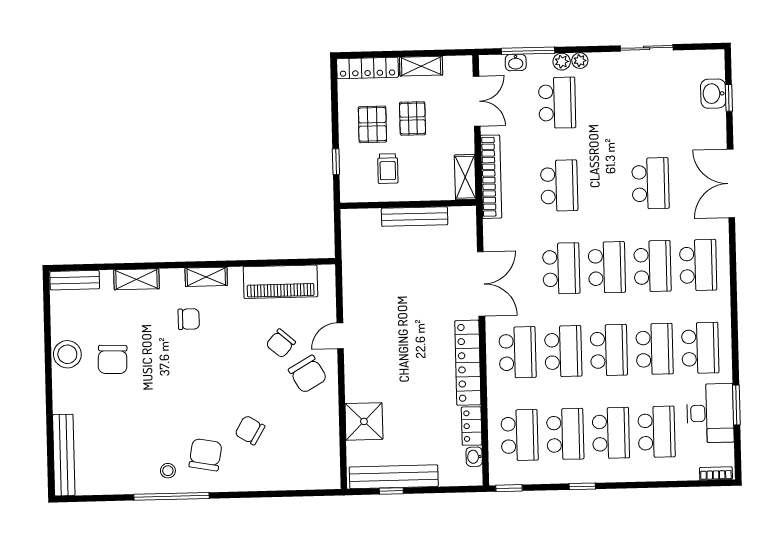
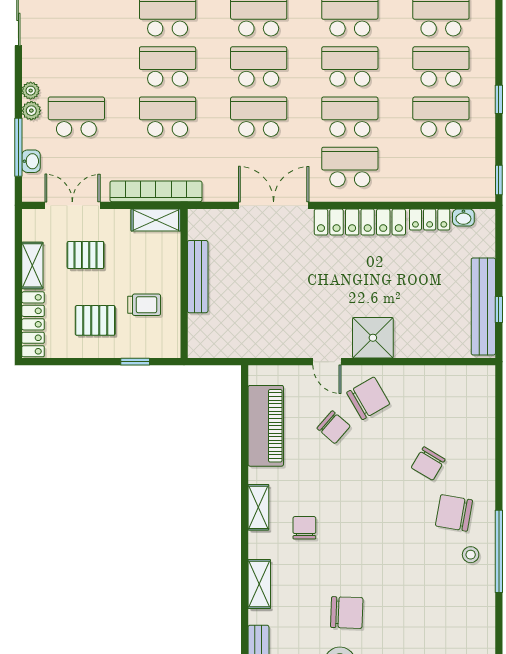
pallet: (413, 118) -> (86, 255), moved
shower: (364, 421) -> (373, 338), moved
school desk: (520, 435) -> (168, 66), moved

